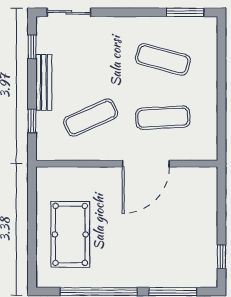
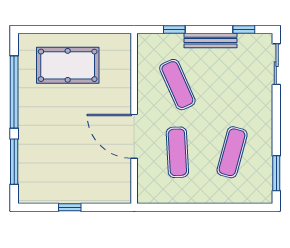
window: (221, 257) -> (70, 207), moved

